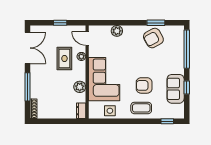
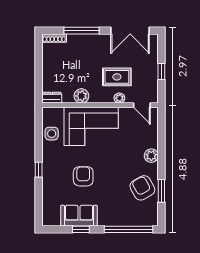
plant: (117, 31) -> (151, 156), moved
door: (87, 39) -> (142, 105), swing flipped
coffee table: (141, 108) -> (55, 173), removed
window: (167, 121) -> (39, 170), moved

